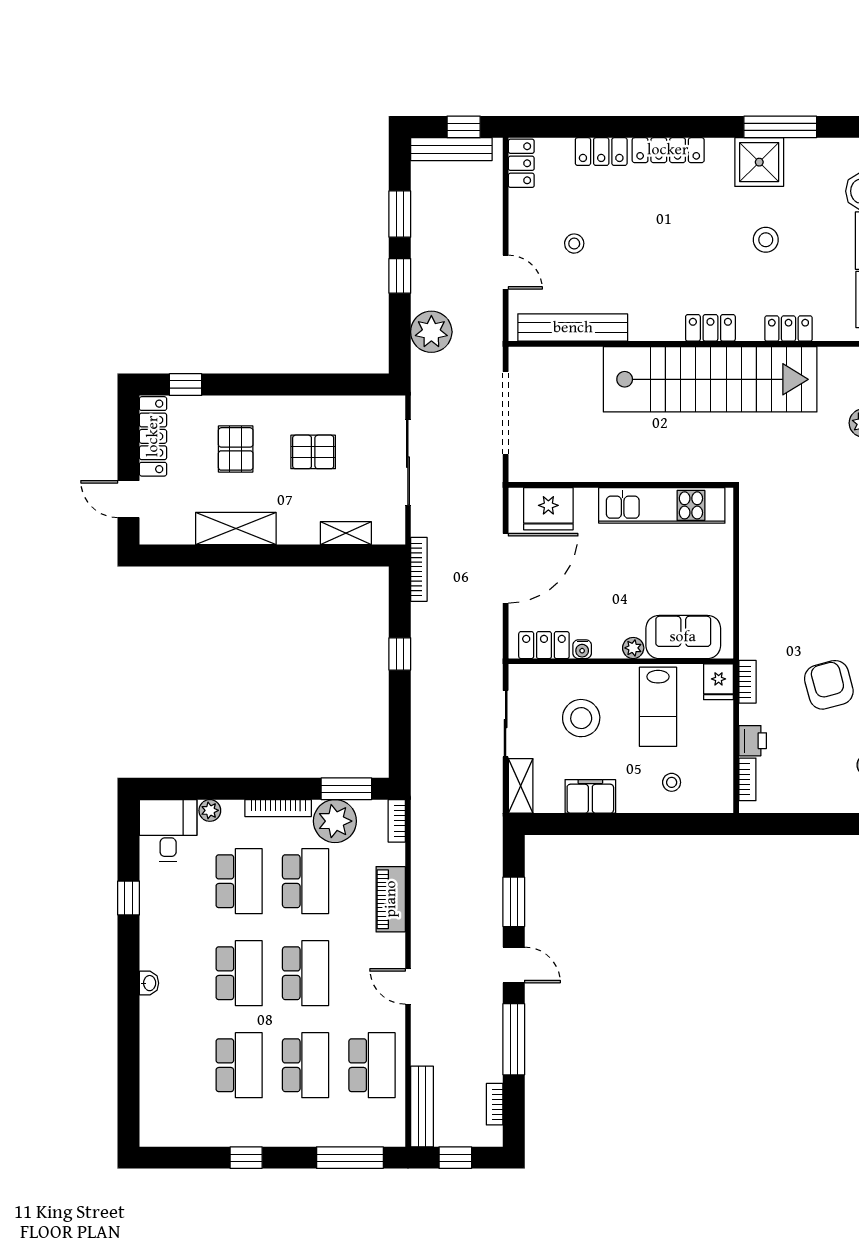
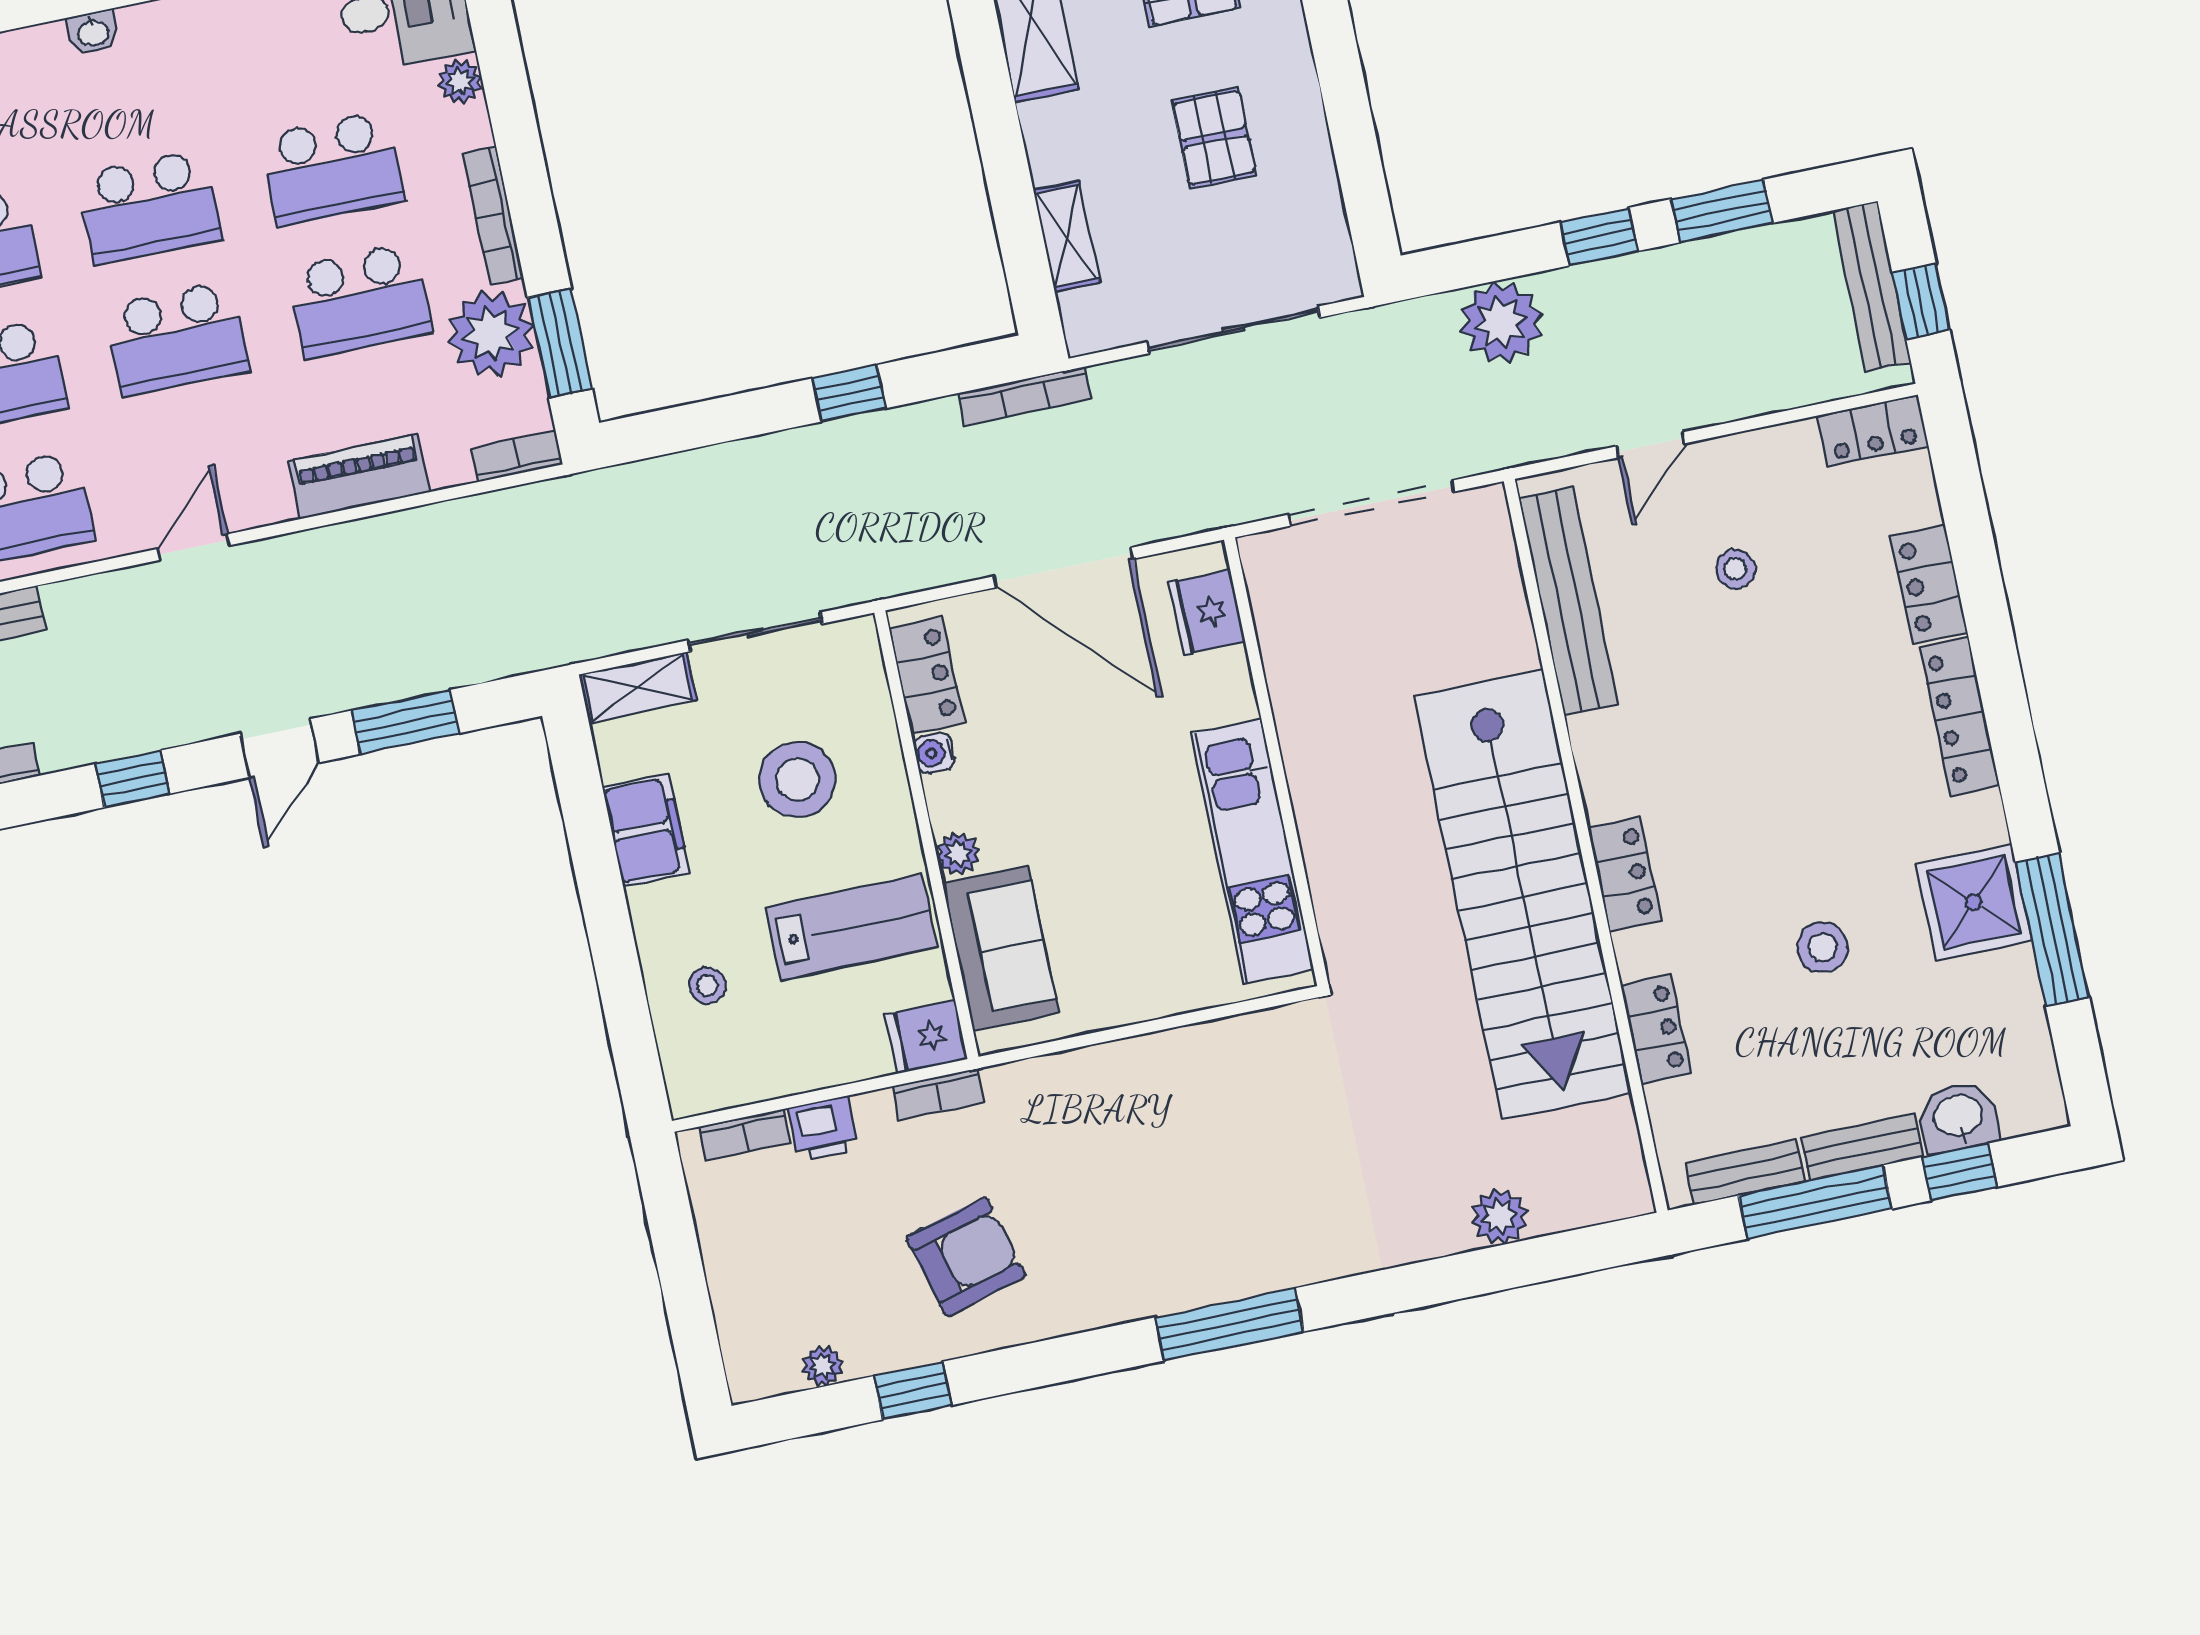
fridge: (548, 509) -> (1207, 612), width x0.73, depth x0.75
lab bench: (658, 707) -> (852, 927), turned 180
window: (514, 1039) -> (132, 779), width x0.46

